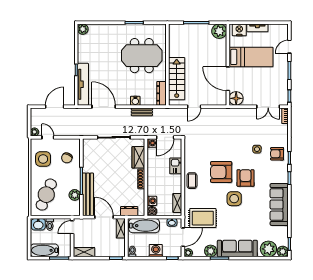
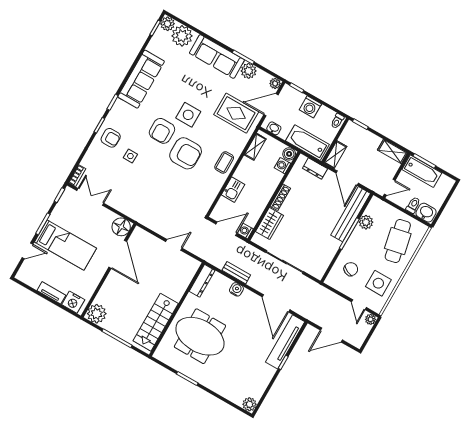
bed: (251, 57) -> (65, 245), moved, turned 180
stairs: (177, 79) -> (156, 322), moved
cafe table: (46, 195) -> (398, 241), turned -35
bathtub: (44, 250) -> (422, 171), moved

